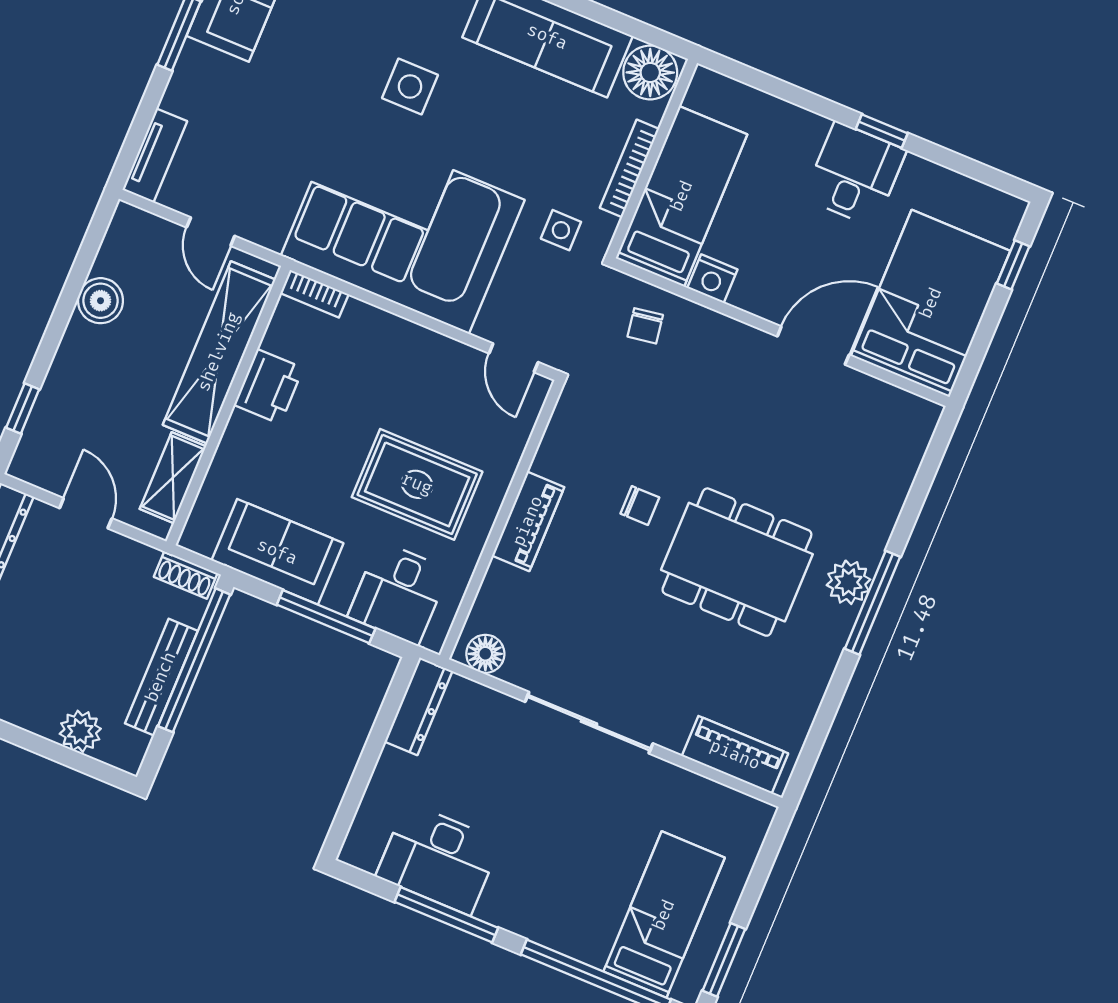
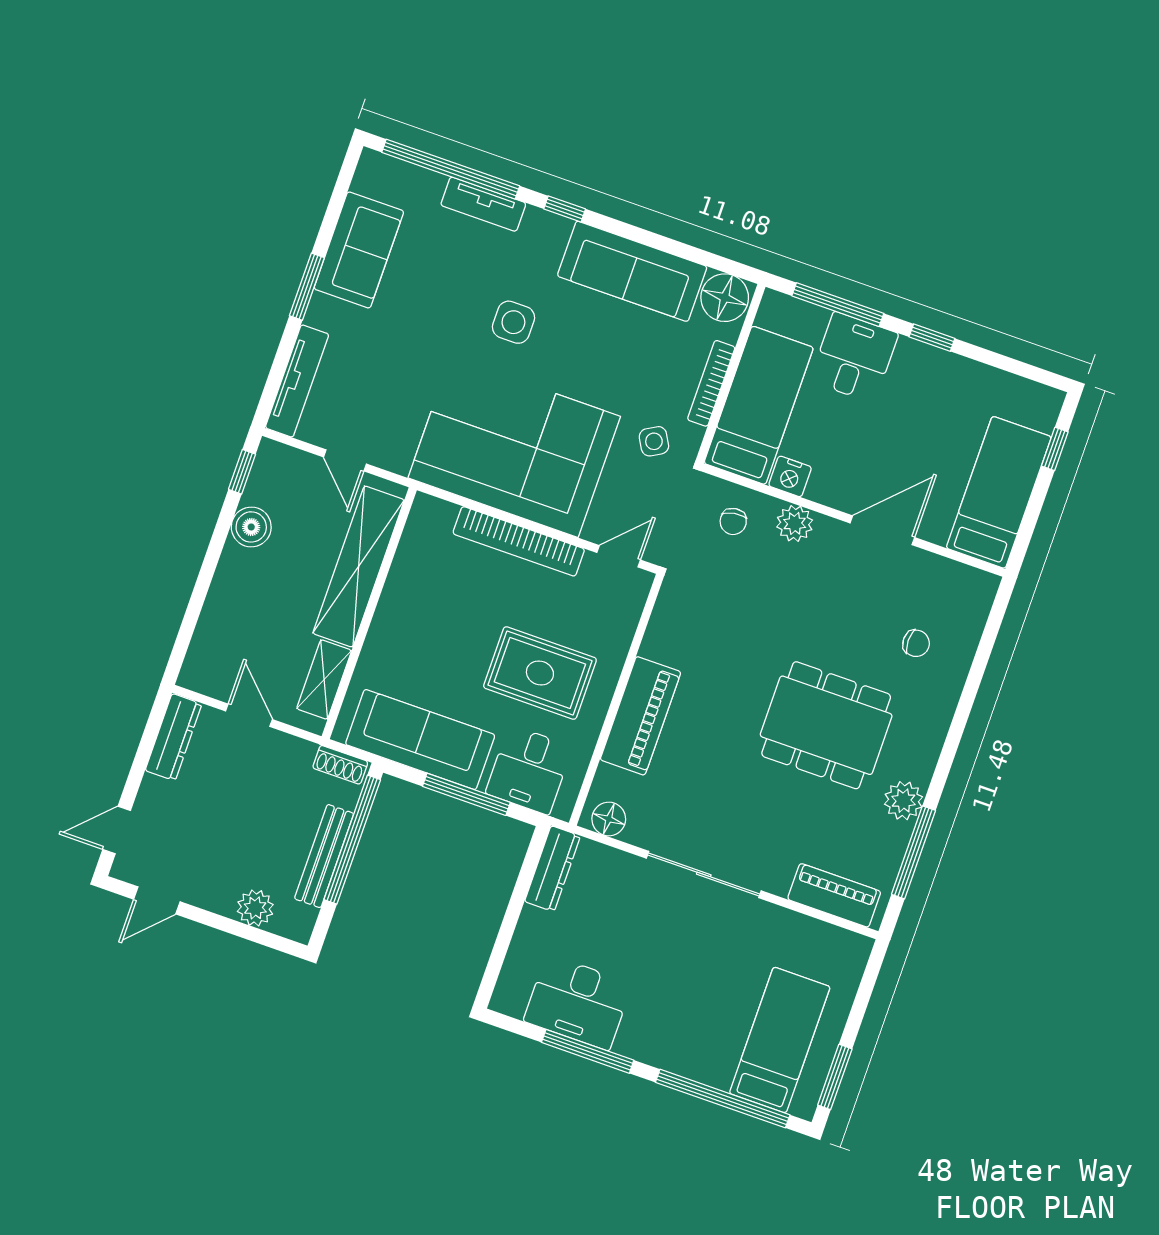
window: (777, 88) -> (838, 305), added
tv unit: (155, 155) -> (297, 381), width x1.41
desk: (855, 174) -> (854, 357), moved
side table: (561, 230) -> (654, 441), turned -30
bookcase: (314, 294) -> (519, 541), moved, width x2.31, depth x1.31
bed: (931, 303) -> (999, 492), width x0.67
plant: (715, 332) -> (795, 523), added
door: (514, 358) -> (619, 556), swing flipped
printer: (269, 387) -> (404, 594), removed
window: (23, 408) -> (242, 472), moved
chair: (640, 506) -> (916, 643), moved
piano: (528, 521) -> (640, 716), width x1.37, depth x1.33
sofa: (277, 552) -> (420, 740), width x1.36
plant: (849, 582) -> (904, 801), moved
window: (872, 603) -> (913, 852), moved

